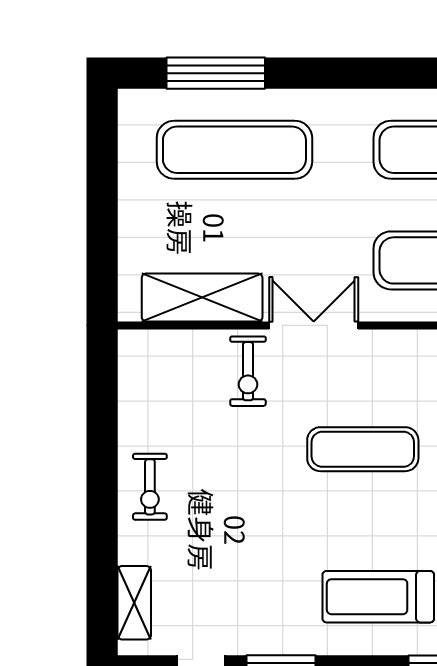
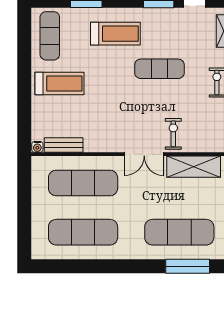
exercise mat: (363, 449) -> (159, 69), moved

